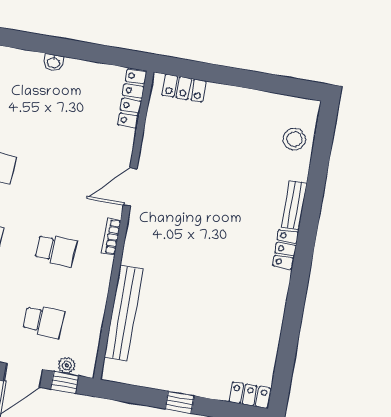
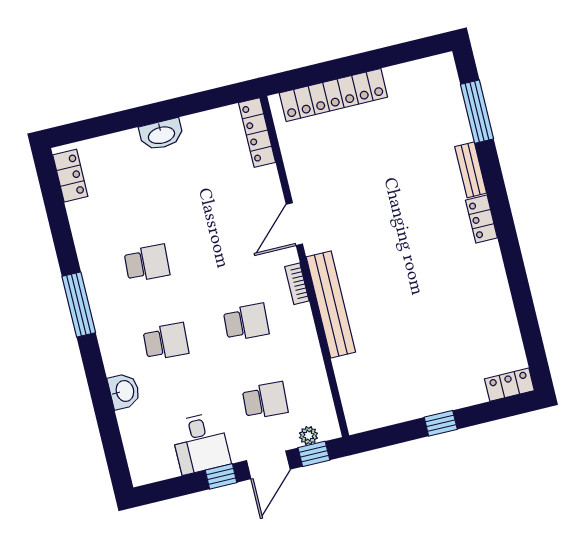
washbasin: (53, 63) -> (161, 134), width x1.91, depth x1.45
locker: (184, 88) -> (333, 95), width x2.16, depth x1.21
stool: (294, 139) -> (442, 102), removed
window: (320, 159) -> (477, 112), added
bench: (123, 313) -> (331, 304), moved

